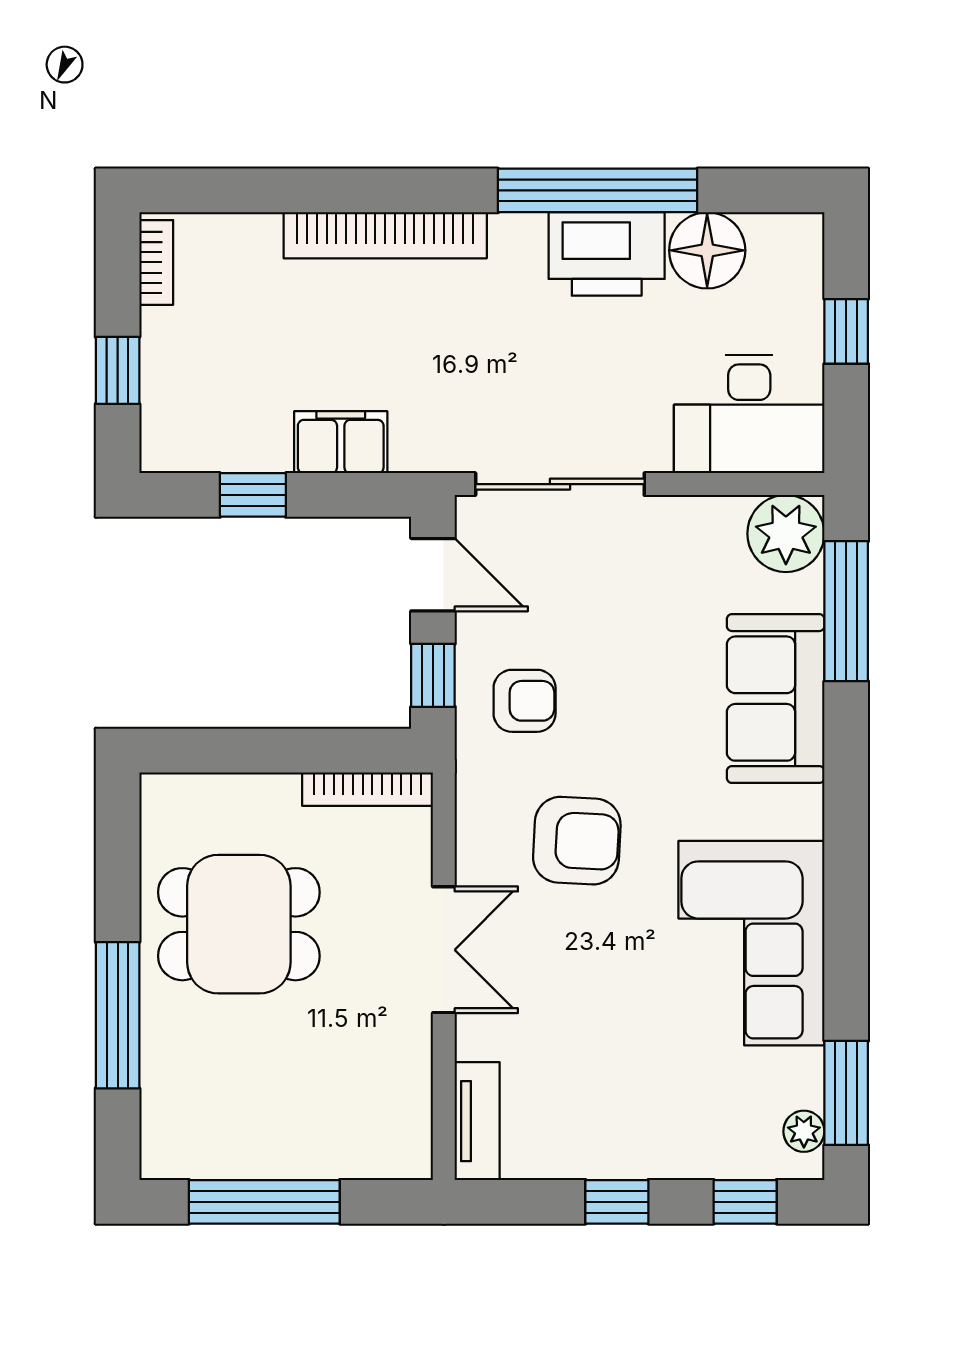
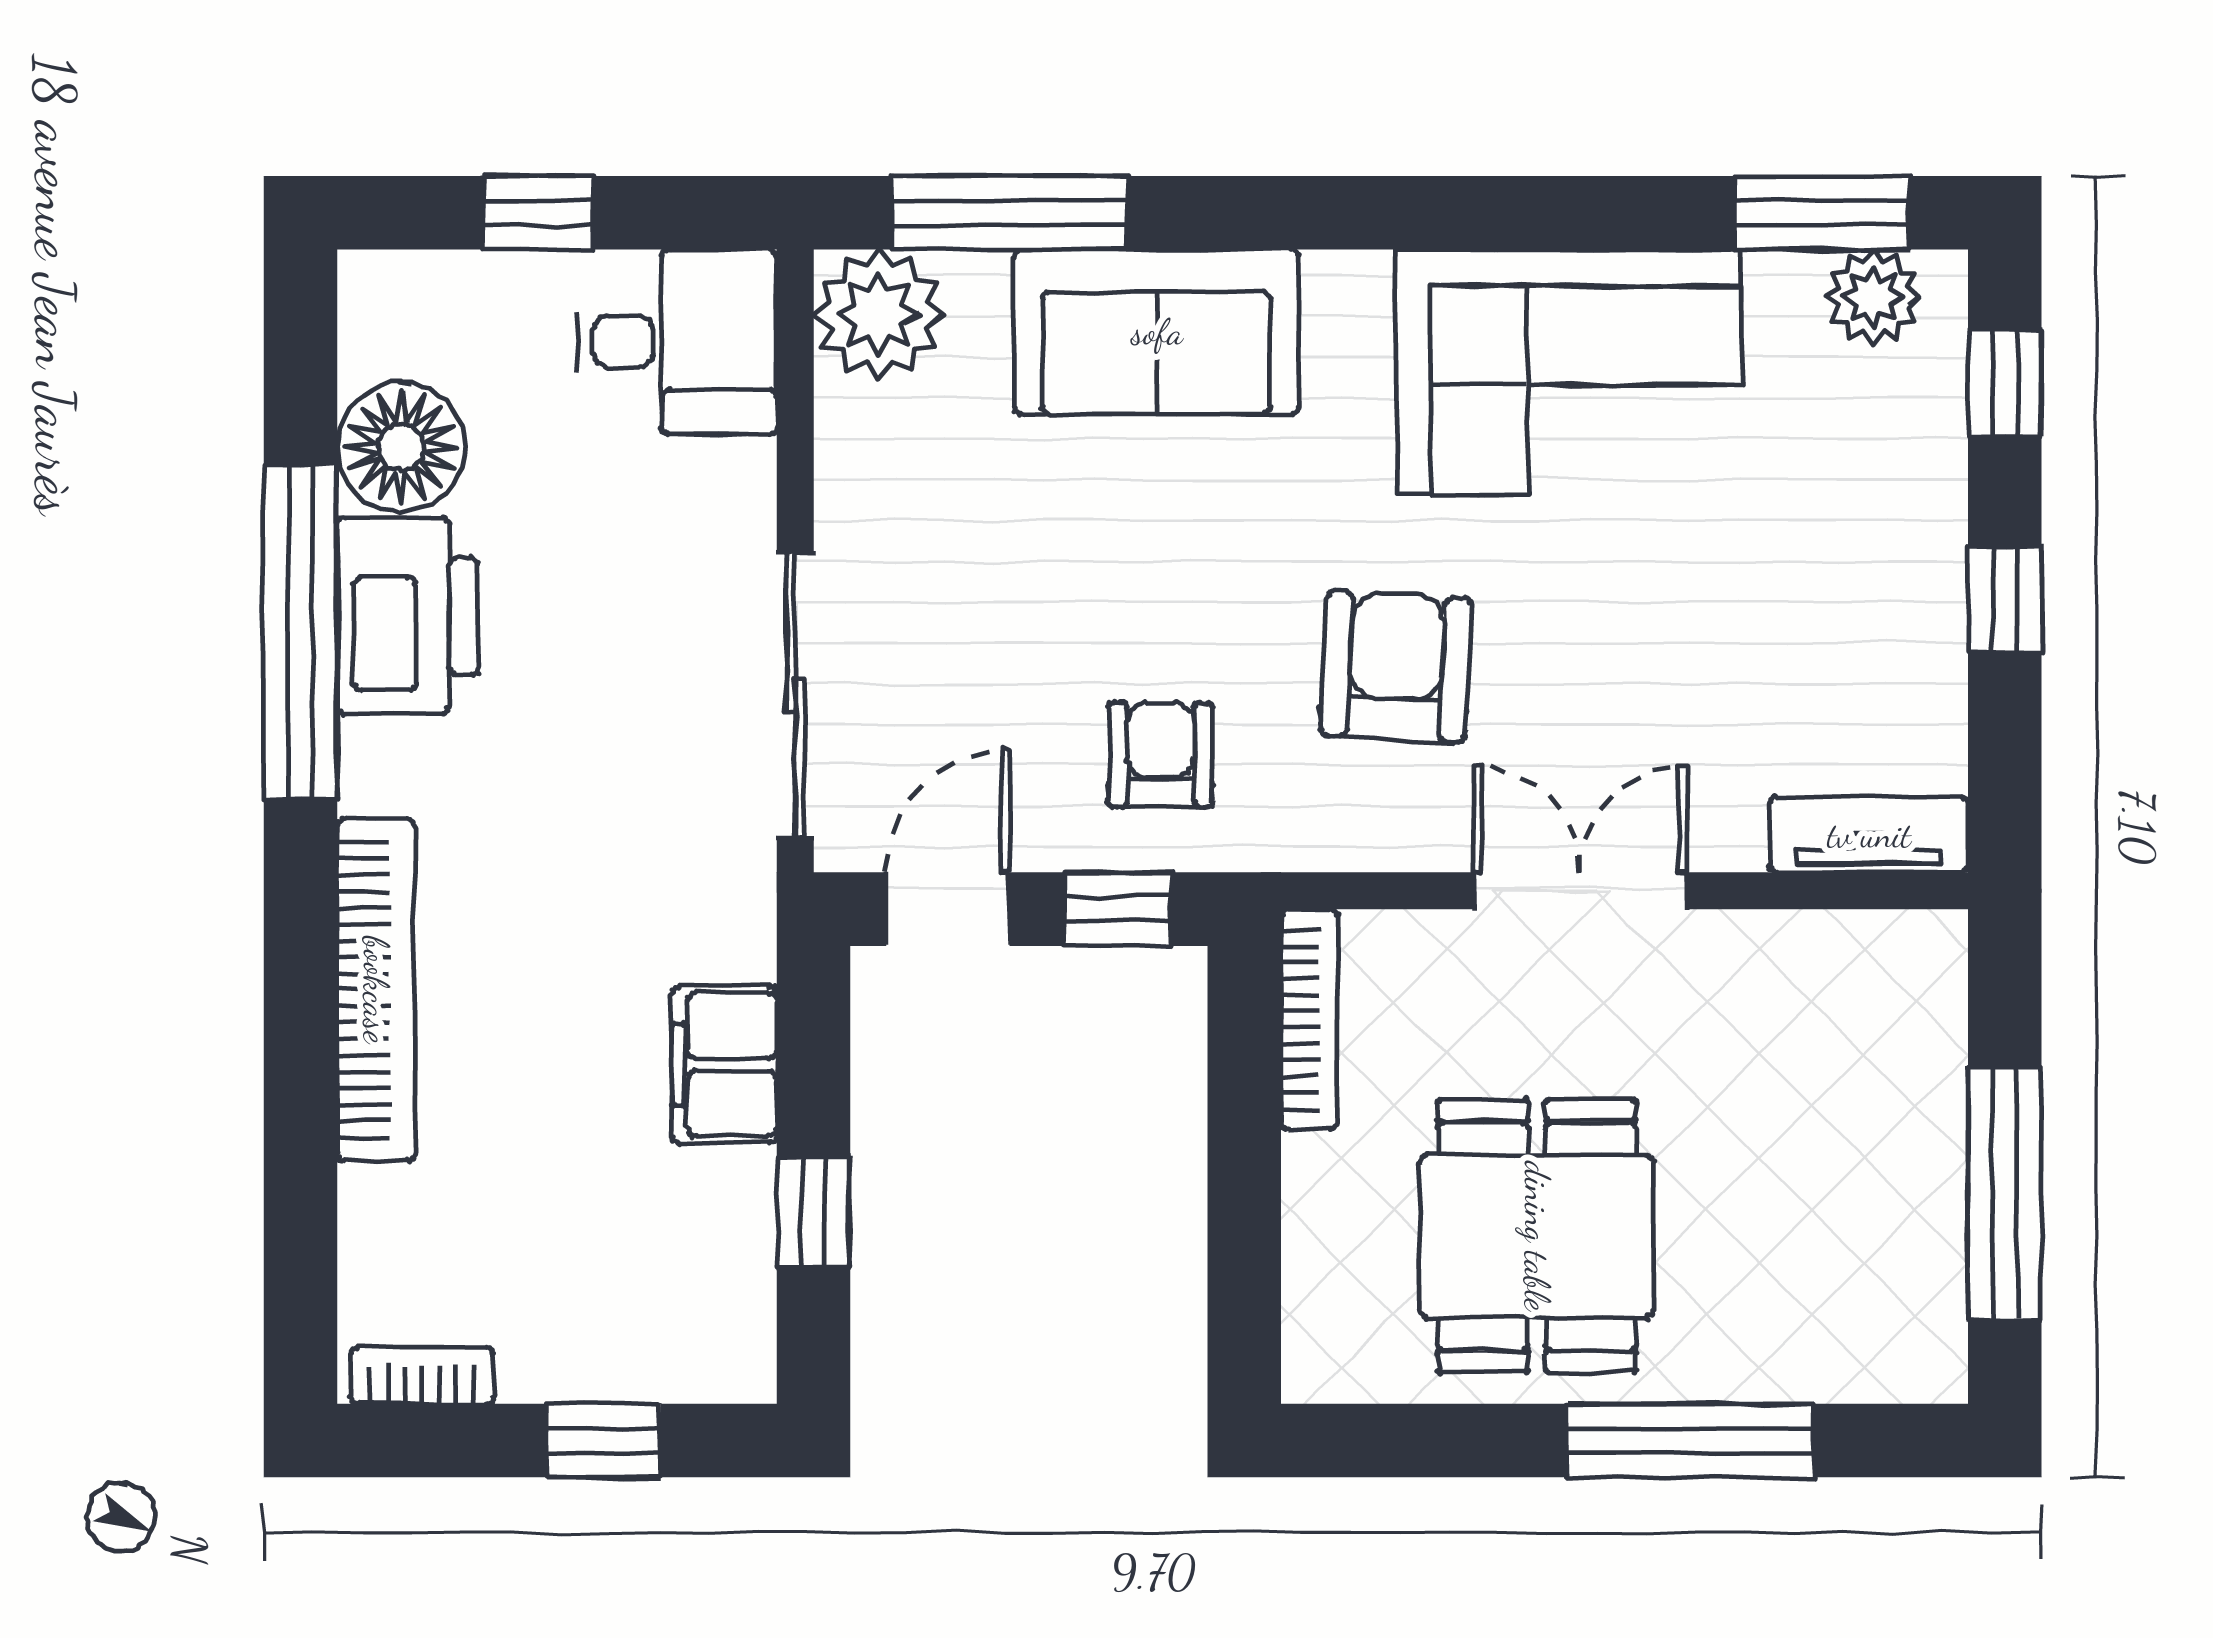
desk: (749, 414) -> (677, 342), width x0.73
plant: (804, 1131) -> (1873, 297), width x1.38, depth x1.38

